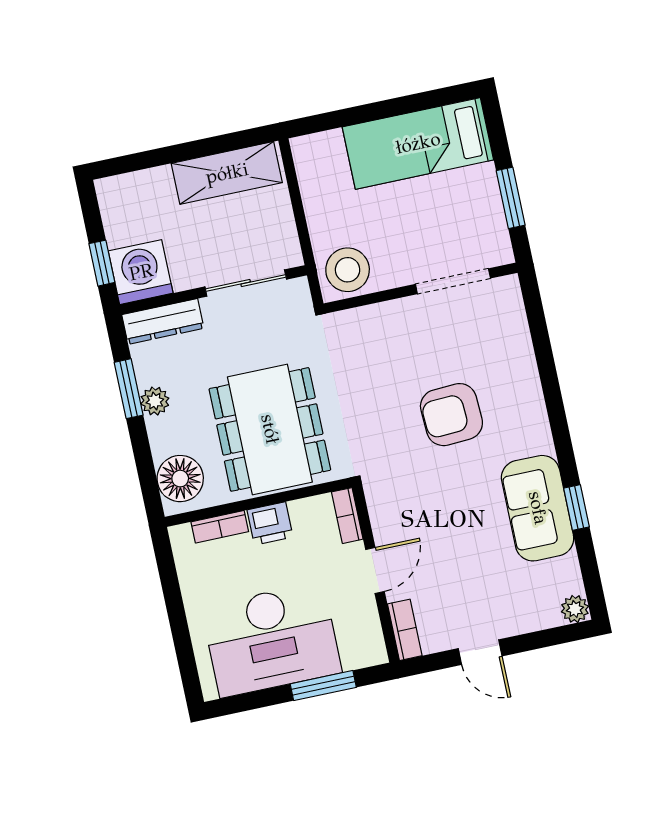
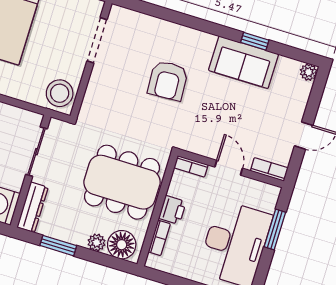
plant: (155, 401) -> (97, 243), moved

